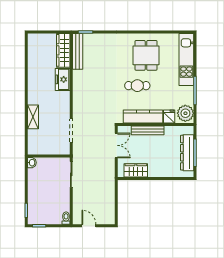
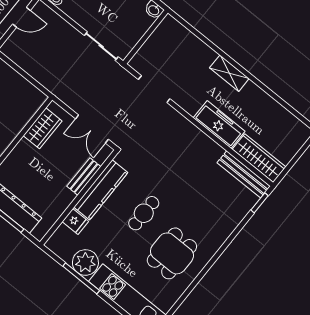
dining table: (146, 55) -> (172, 253), turned 90
freezer: (63, 79) -> (219, 125), width x1.40
plant: (185, 113) -> (85, 263), moved
shelving: (33, 117) -> (229, 73), moved
bench: (148, 130) -> (84, 177), width x0.73

